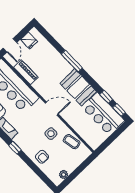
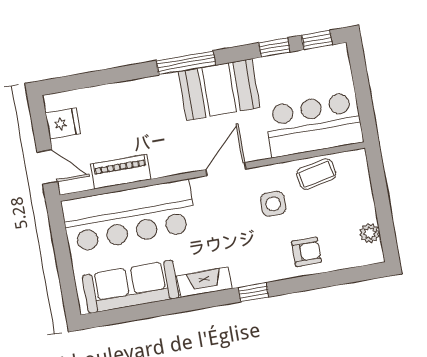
window: (72, 61) -> (186, 63), moved
bar counter: (103, 114) -> (314, 125), moved, turned 180

